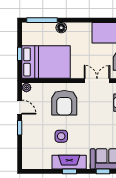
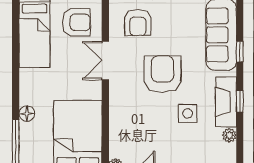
armchair: (64, 103) -> (163, 74), moved, turned -90
plant: (47, 164) -> (229, 135), added

